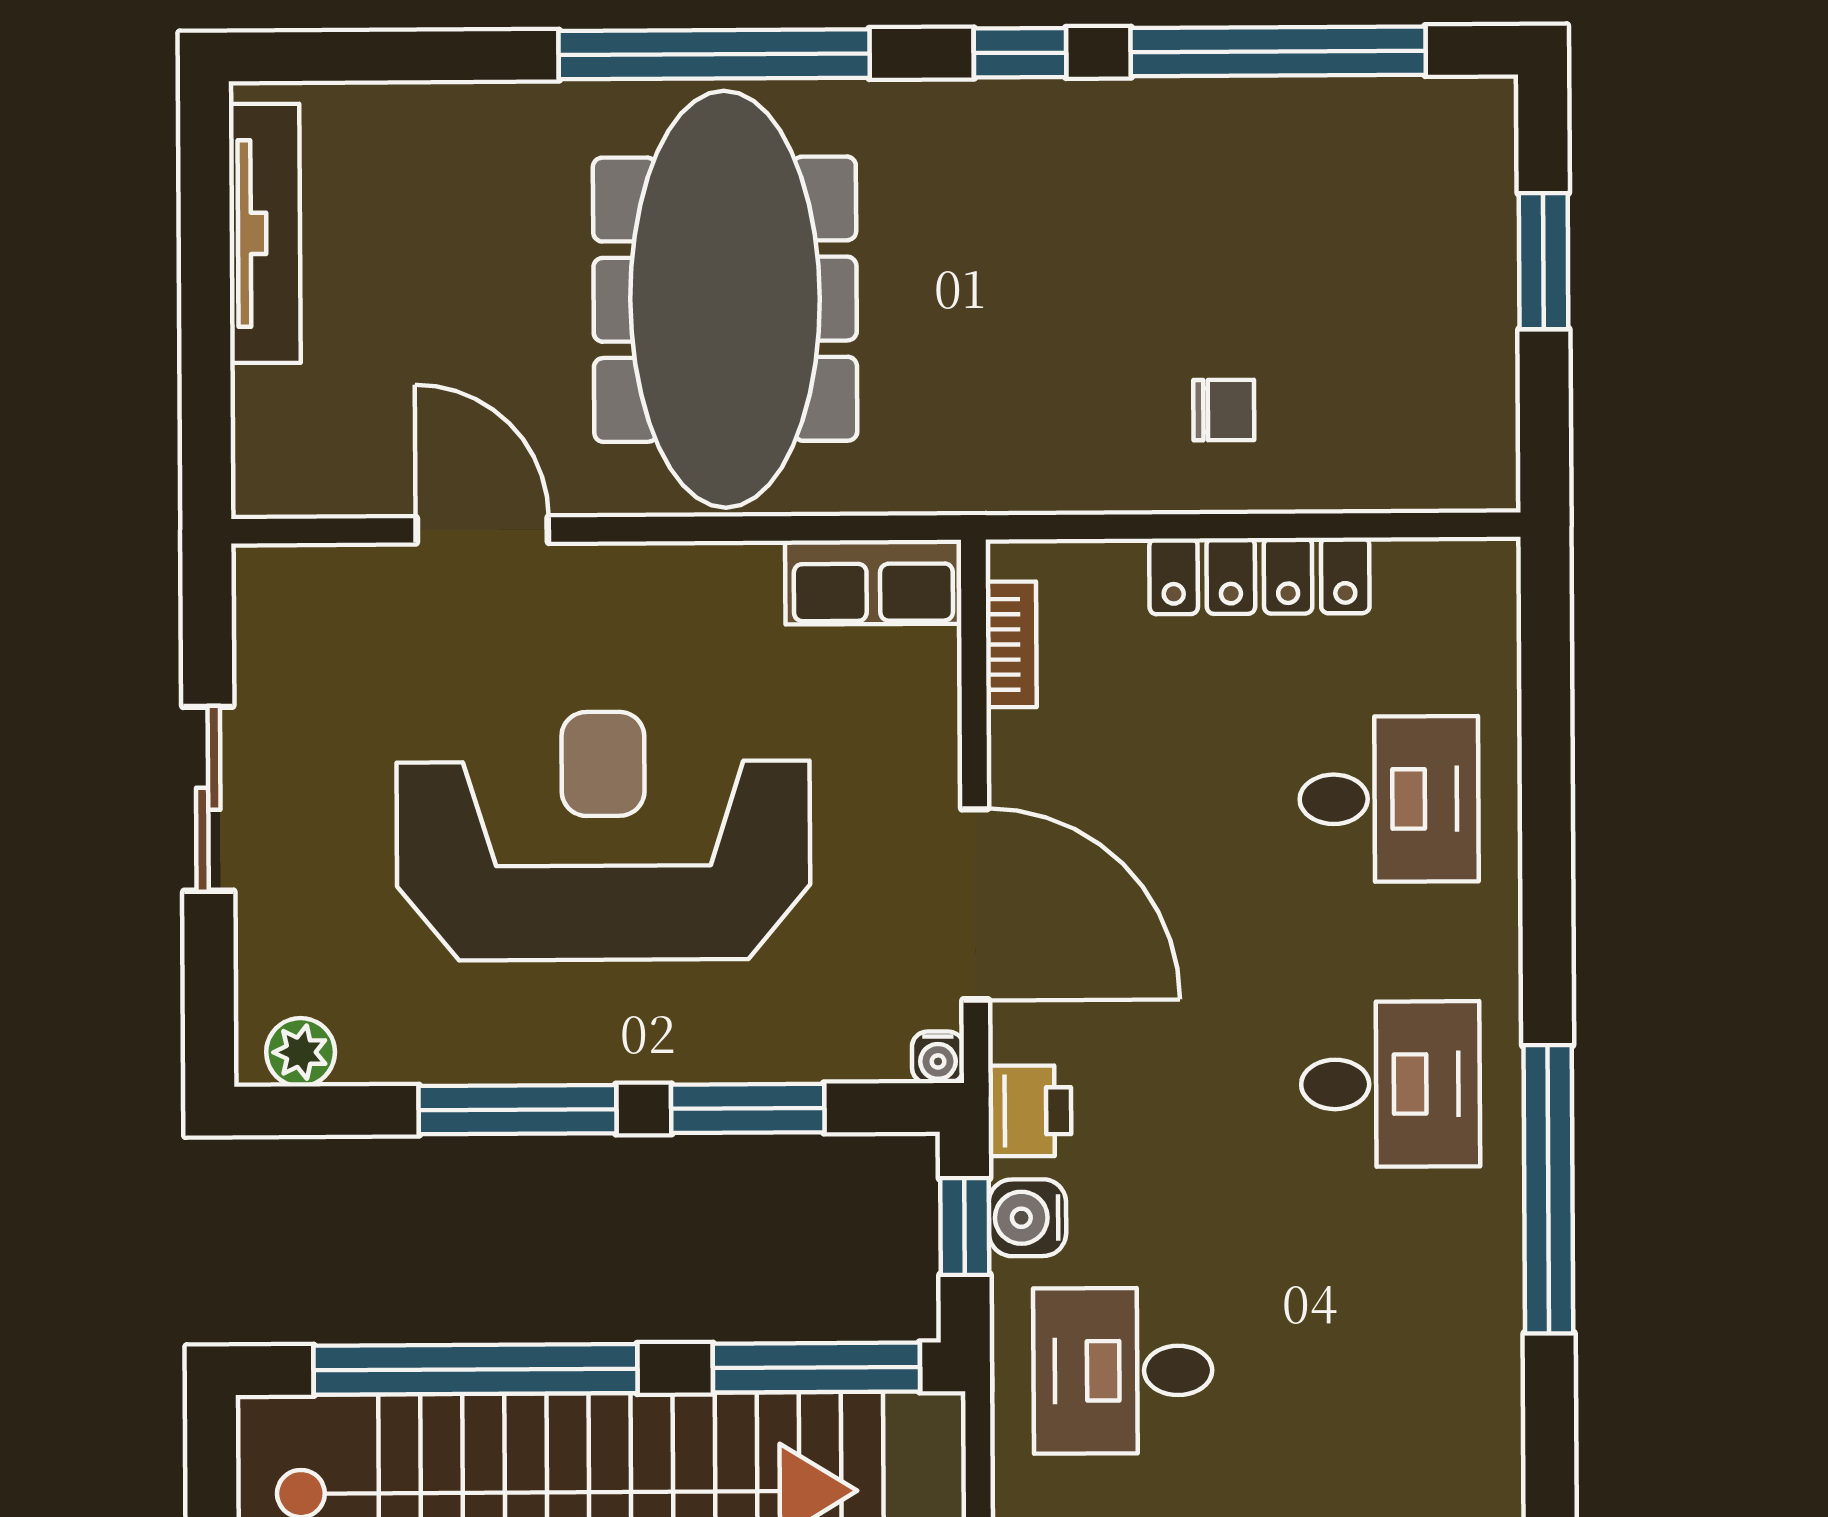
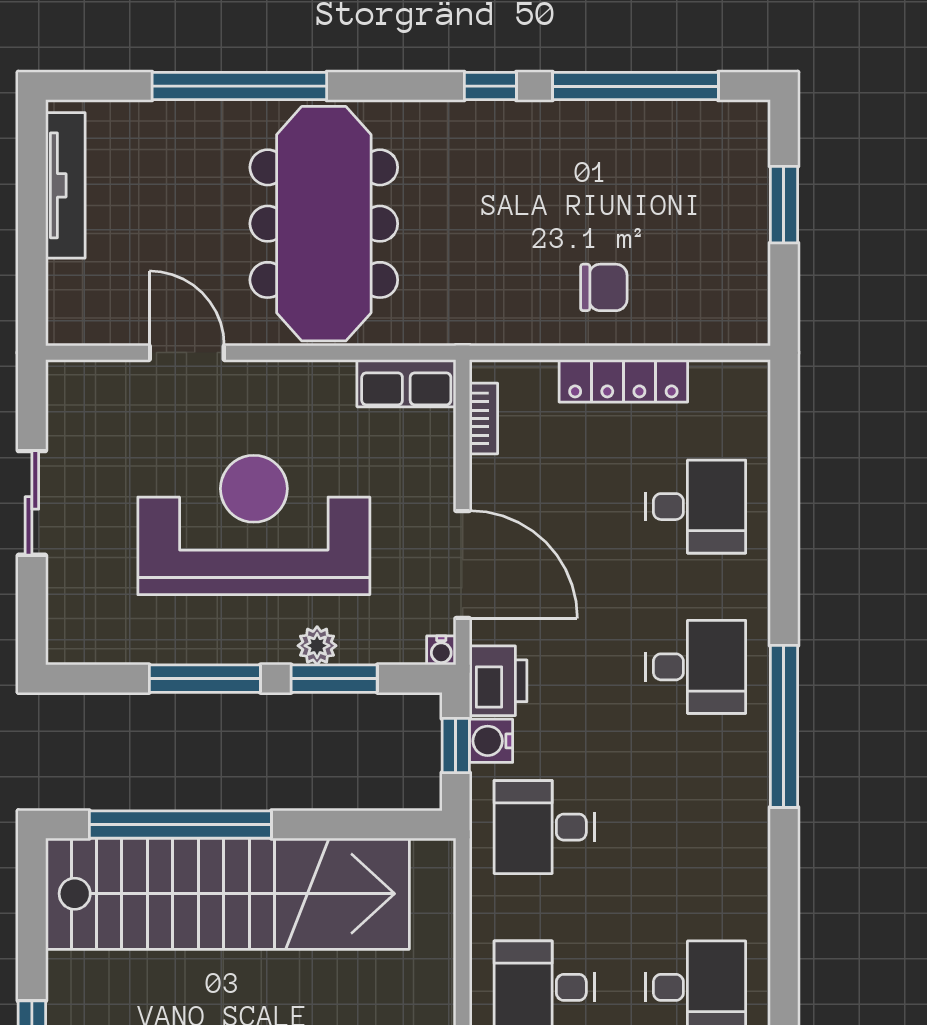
window: (714, 54) -> (239, 86), moved
chair: (1224, 410) -> (604, 287), width x1.37, depth x1.37
plant: (301, 1052) -> (317, 646), moved
printer: (1030, 1111) -> (498, 681), width x1.36, depth x1.24
window: (816, 1368) -> (372, 824), removed

